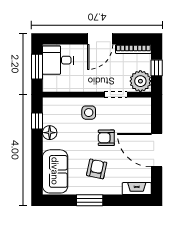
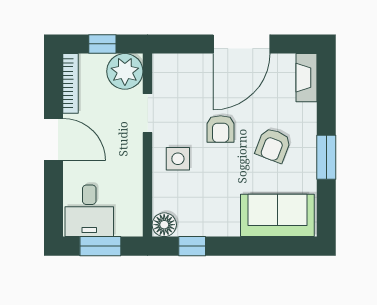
floor lamp: (50, 133) -> (164, 225), moved
armchair: (97, 169) -> (273, 145), turned -81

